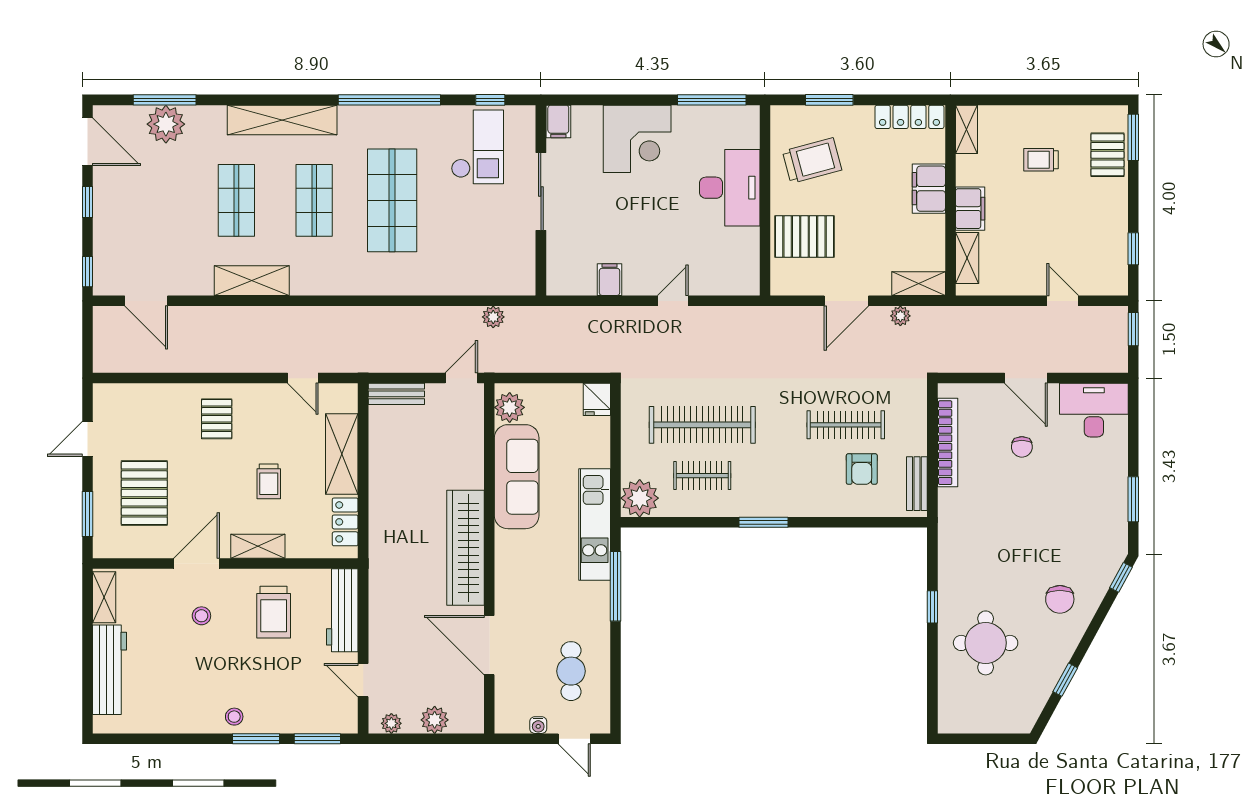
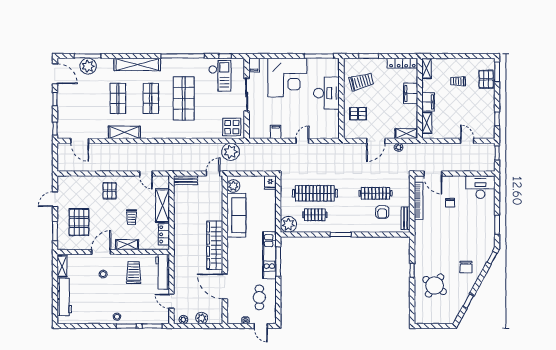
corner desk: (637, 139) -> (287, 78), width x1.36, depth x1.36
pallet: (804, 236) -> (358, 114), width x0.67, depth x0.71
display table: (506, 268) -> (232, 127), added
plant: (493, 317) -> (231, 152), width x1.87, depth x1.87
door: (1026, 378) -> (433, 174), moved
kitchen unit: (595, 525) -> (269, 255), moved
trolley: (274, 612) -> (134, 273), turned 180
round table: (986, 643) -> (435, 286), turned 35

